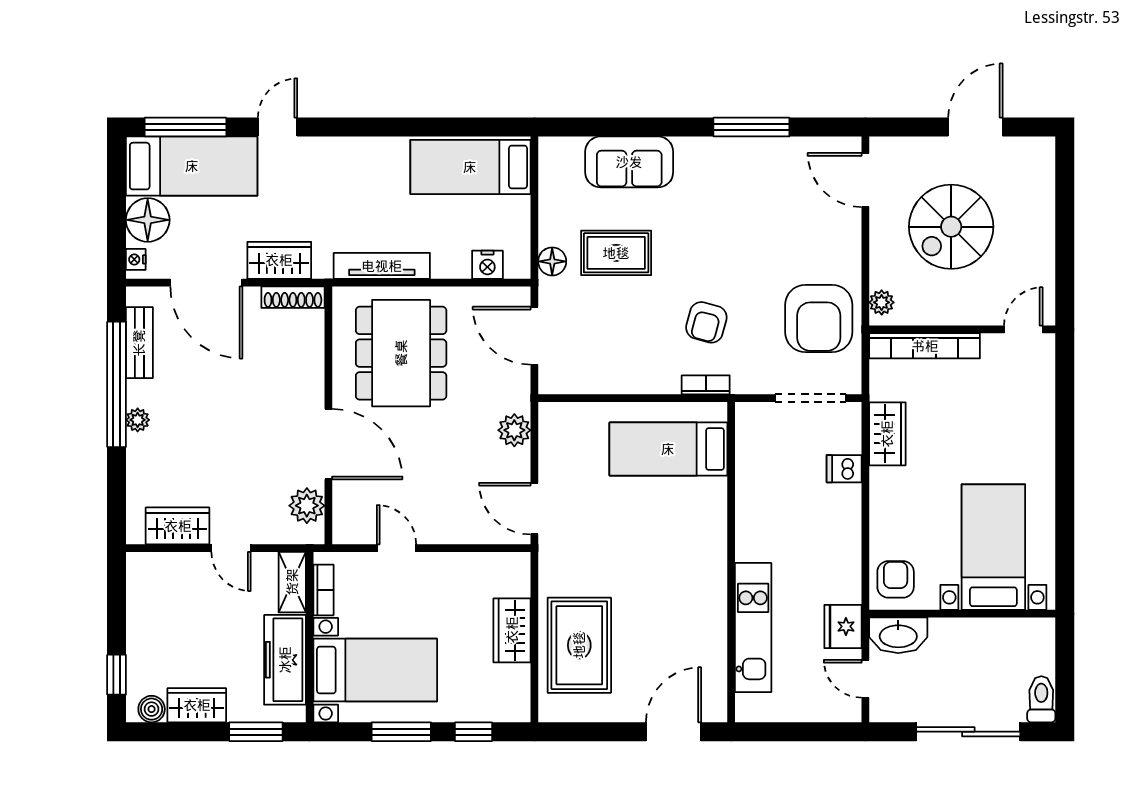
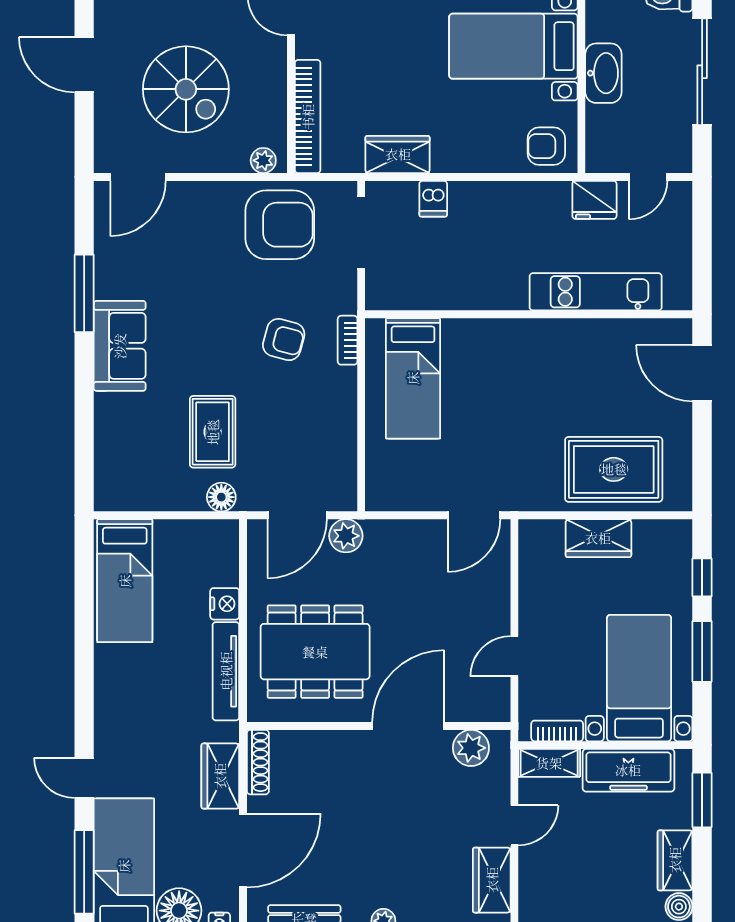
sofa: (629, 162) -> (120, 346), moved
nightstand: (487, 265) -> (225, 604), moved
plant: (514, 430) -> (346, 536), moved
washbasin: (898, 635) -> (603, 73), moved

